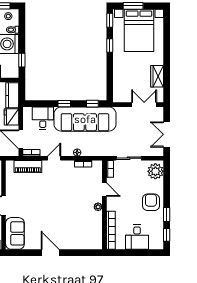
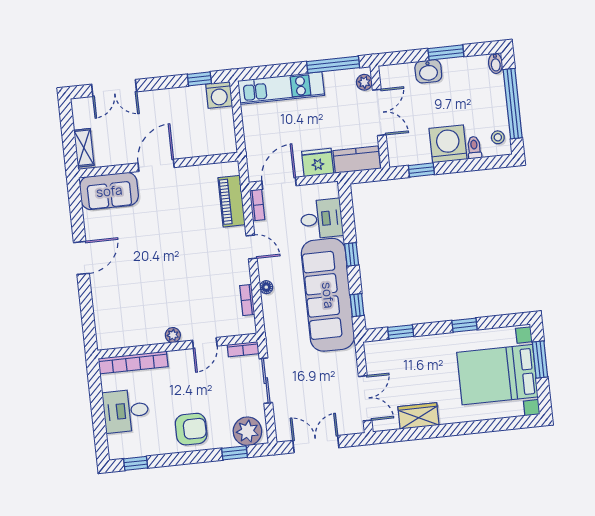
window: (110, 20) -> (401, 332), moved
window: (167, 215) -> (234, 453), moved

